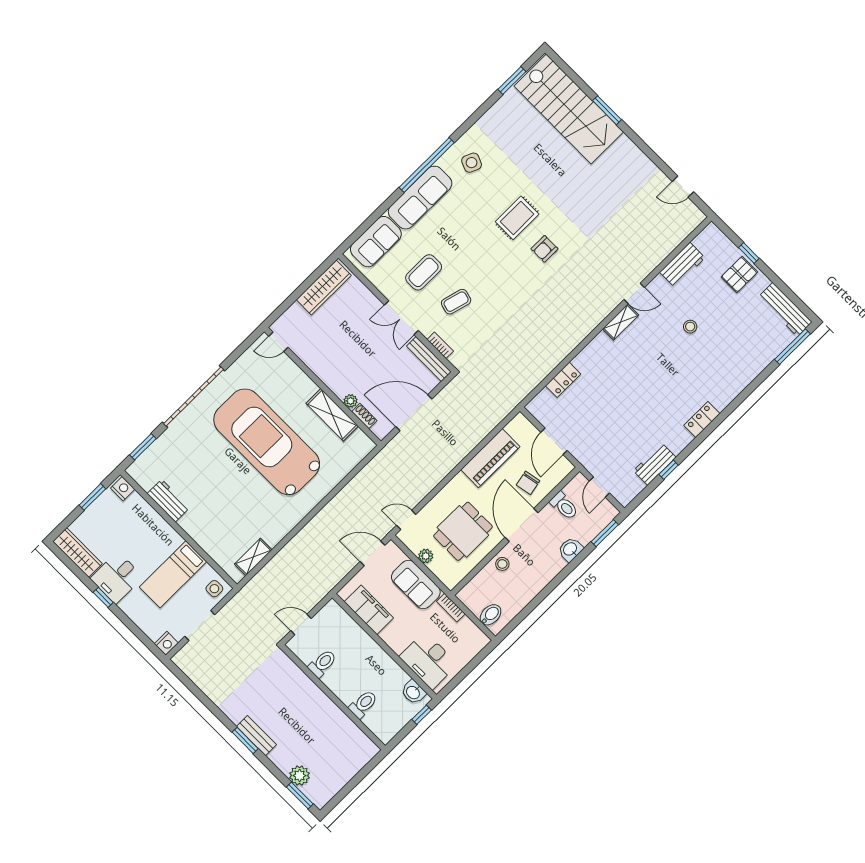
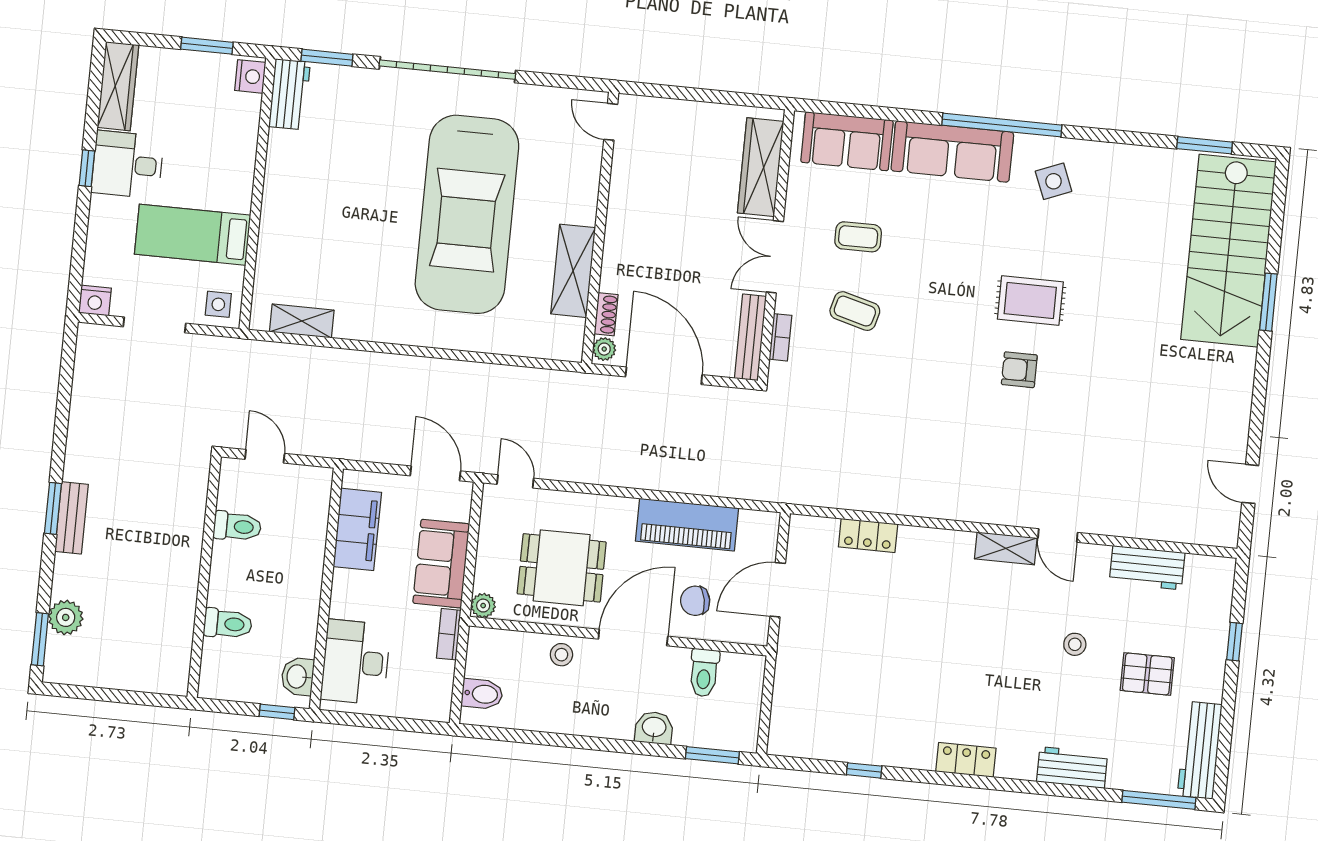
side table: (472, 163) -> (1054, 181), turned 45
coffee table: (424, 272) -> (858, 237), width x0.73, depth x0.77
pallet: (739, 274) -> (1147, 674), moved
wardrobe: (324, 288) -> (761, 167), moved, turned 90
plant: (351, 401) -> (604, 349), moved
car: (267, 442) -> (467, 214), turned 180
workbench: (655, 464) -> (1072, 767), moved
door: (599, 487) -> (767, 699), removed
workbench: (169, 501) -> (290, 94), moved
plant: (426, 556) -> (483, 606), moved

